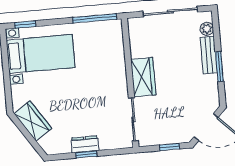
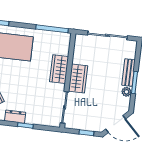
plant: (207, 29) -> (127, 92), moved
wardrobe: (115, 70) -> (59, 69), added
dresser: (85, 144) -> (15, 117), moved

